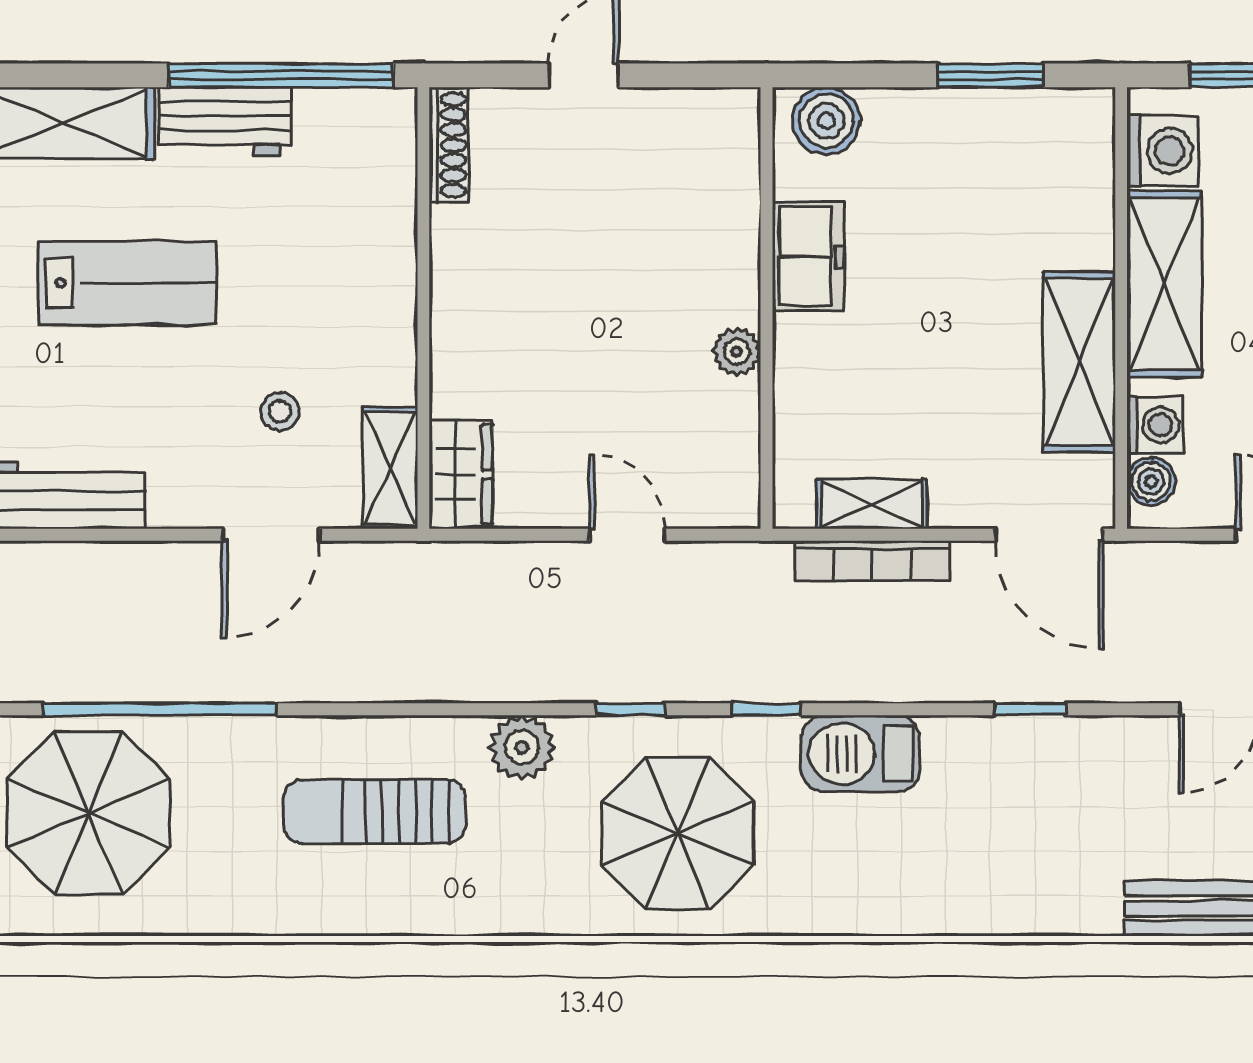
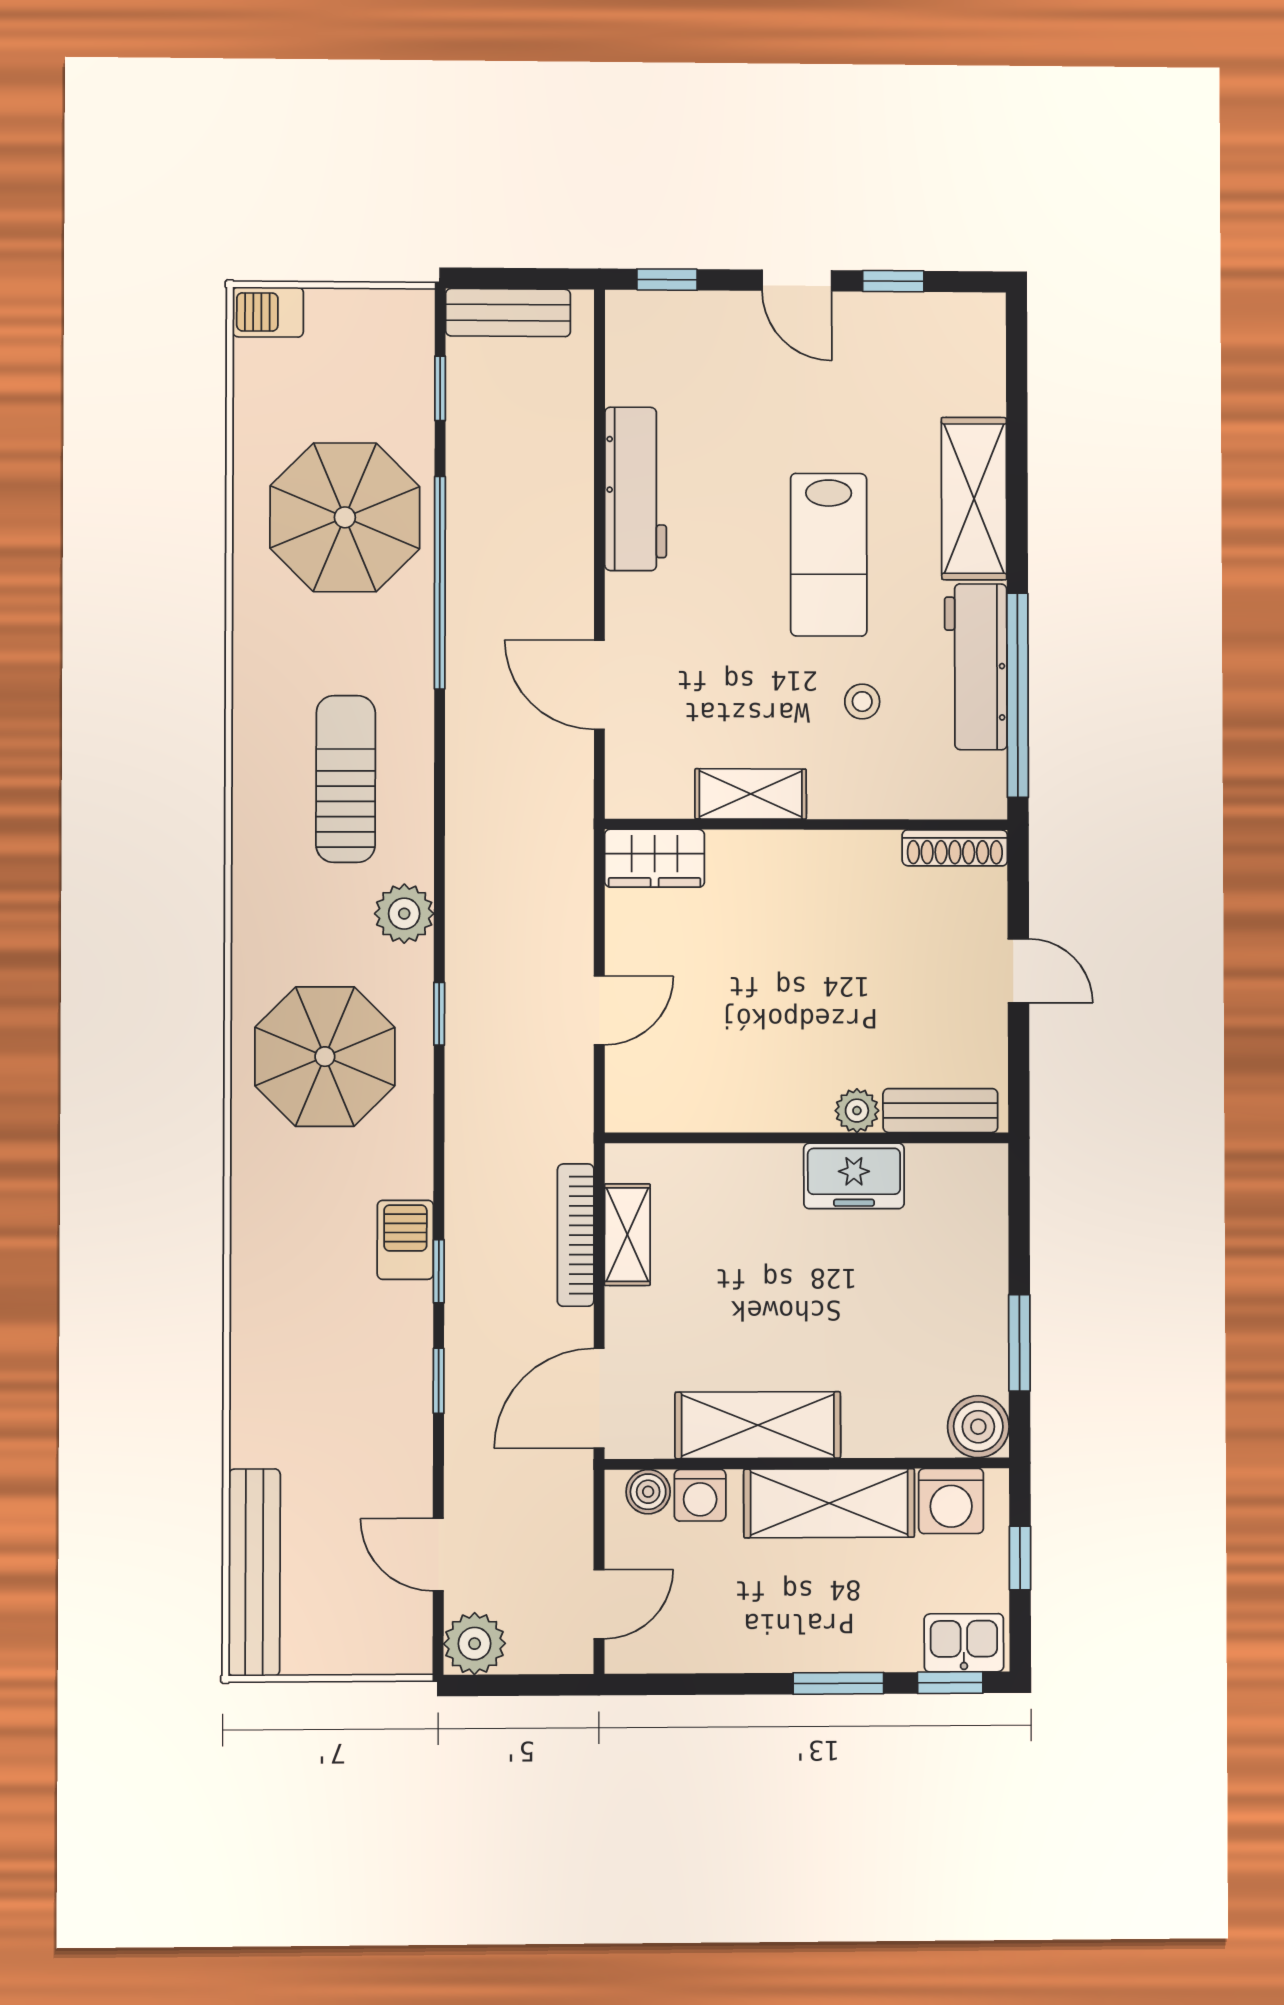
workbench: (225, 121) -> (976, 667), width x1.38
boiler: (826, 121) -> (978, 1427), moved
bench: (737, 161) -> (940, 1110), added
plant: (737, 352) -> (857, 1111), moved
stool: (280, 411) -> (862, 702), moved
shelving: (390, 468) -> (751, 794), moved
window: (766, 709) -> (439, 1271), moved
barbecue: (861, 754) -> (405, 1240), width x0.73, depth x0.79

